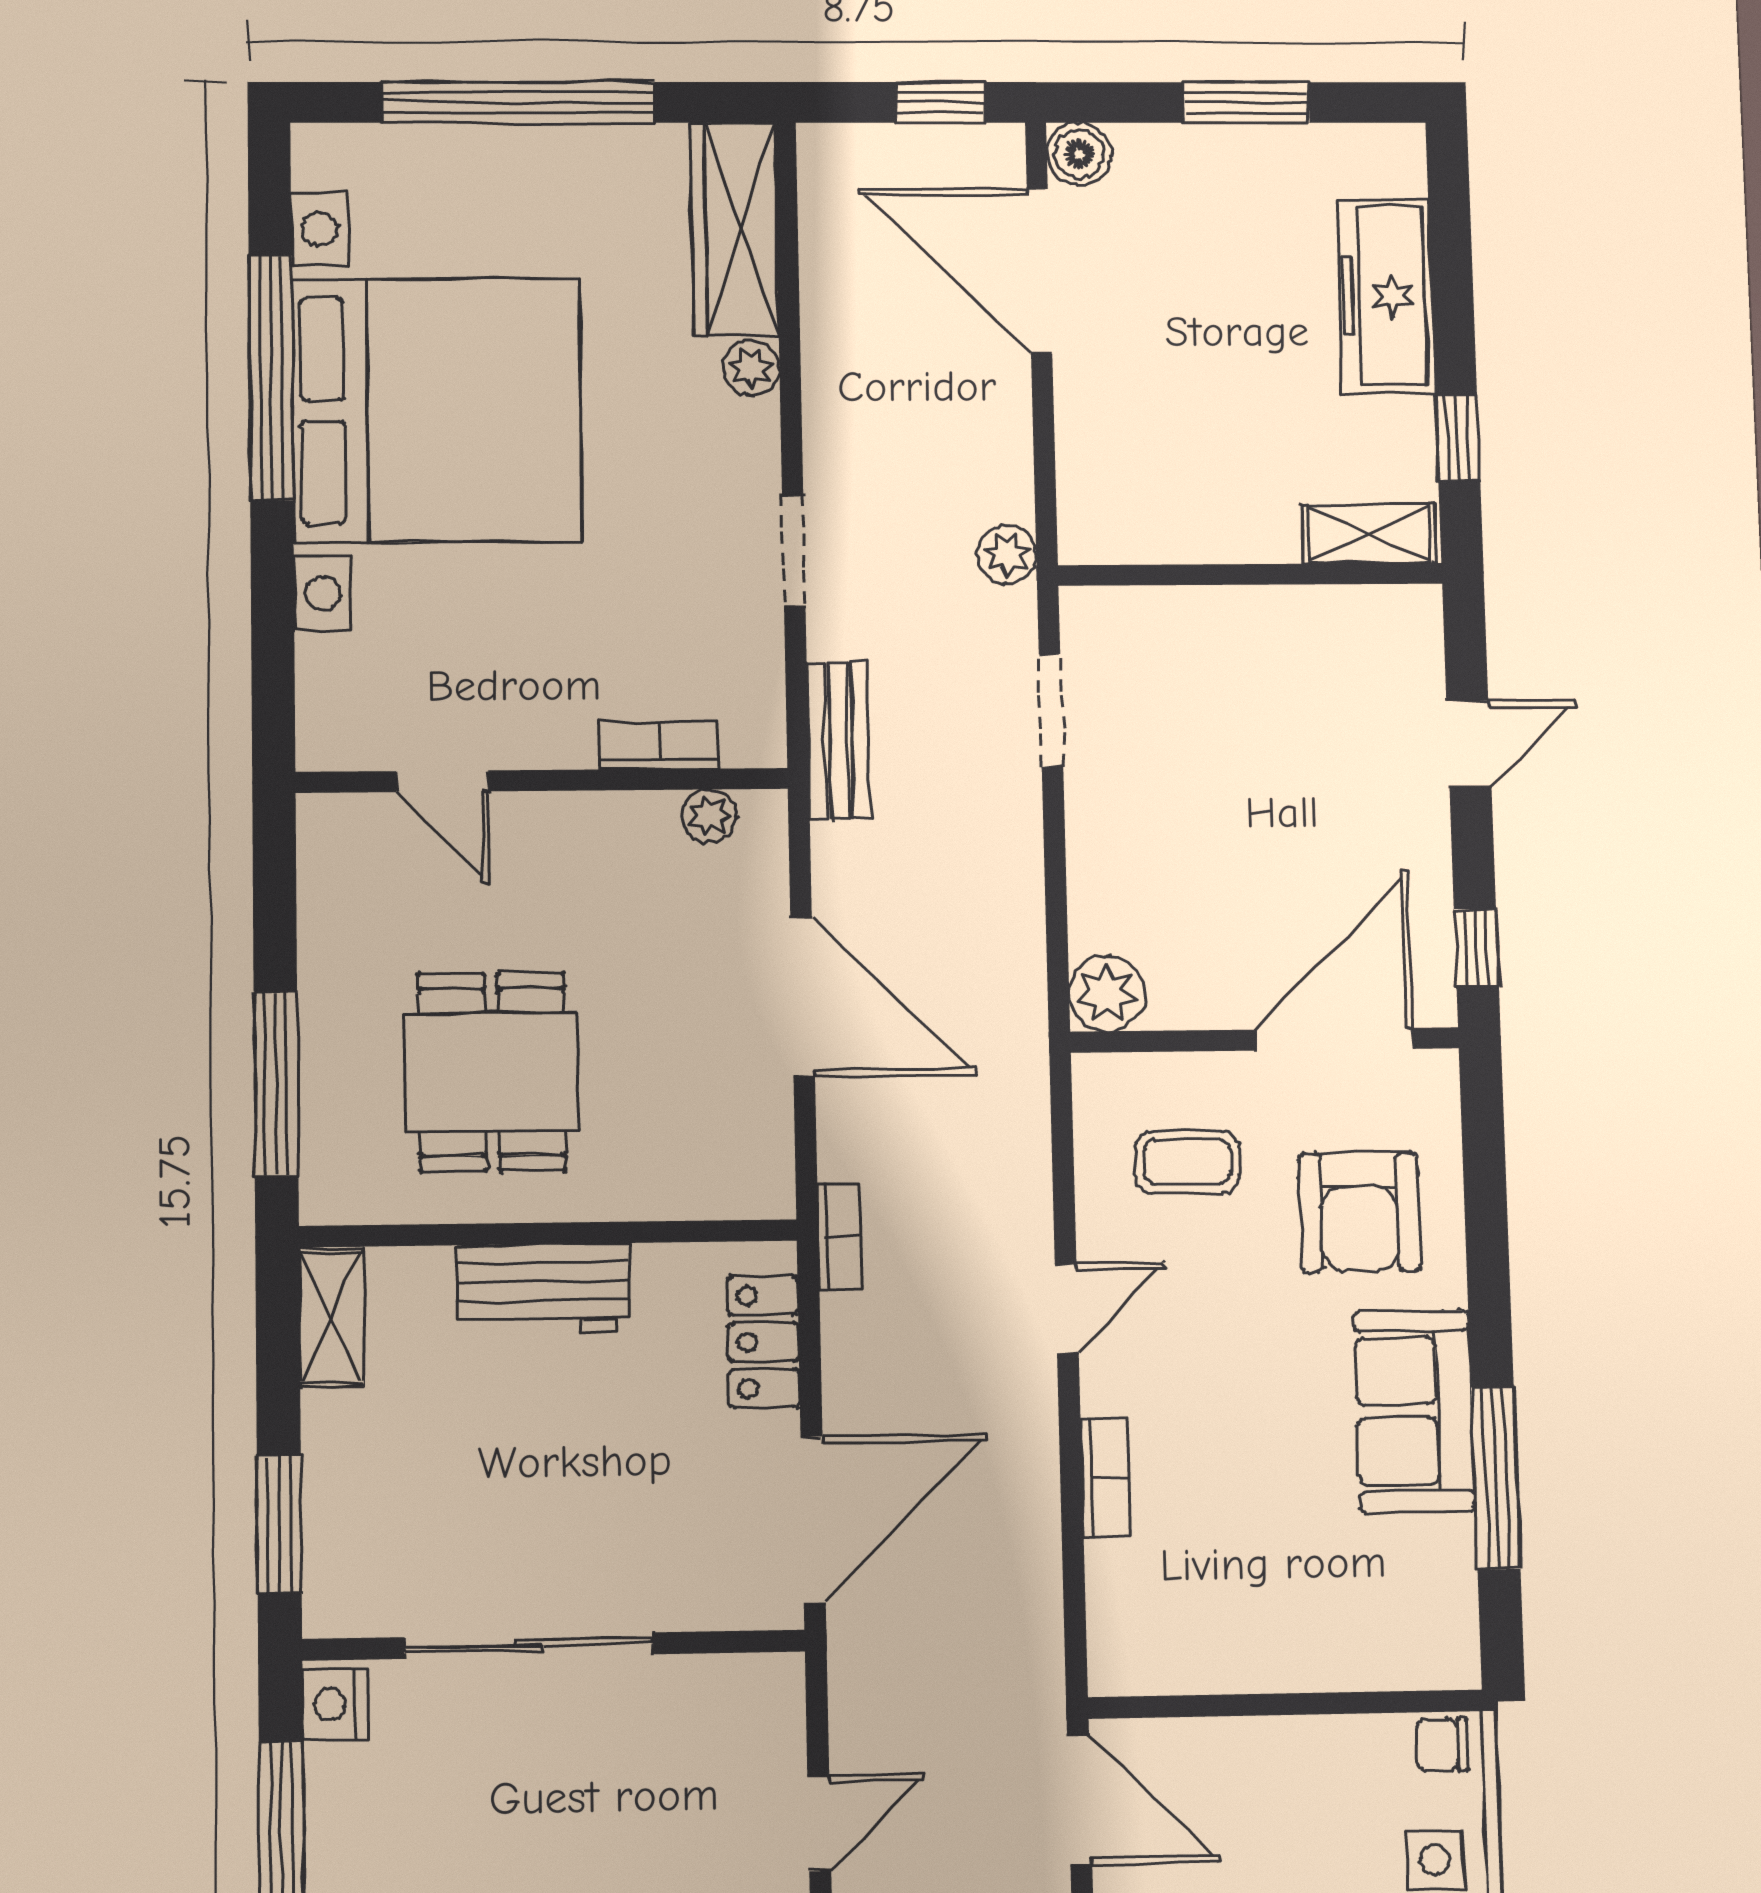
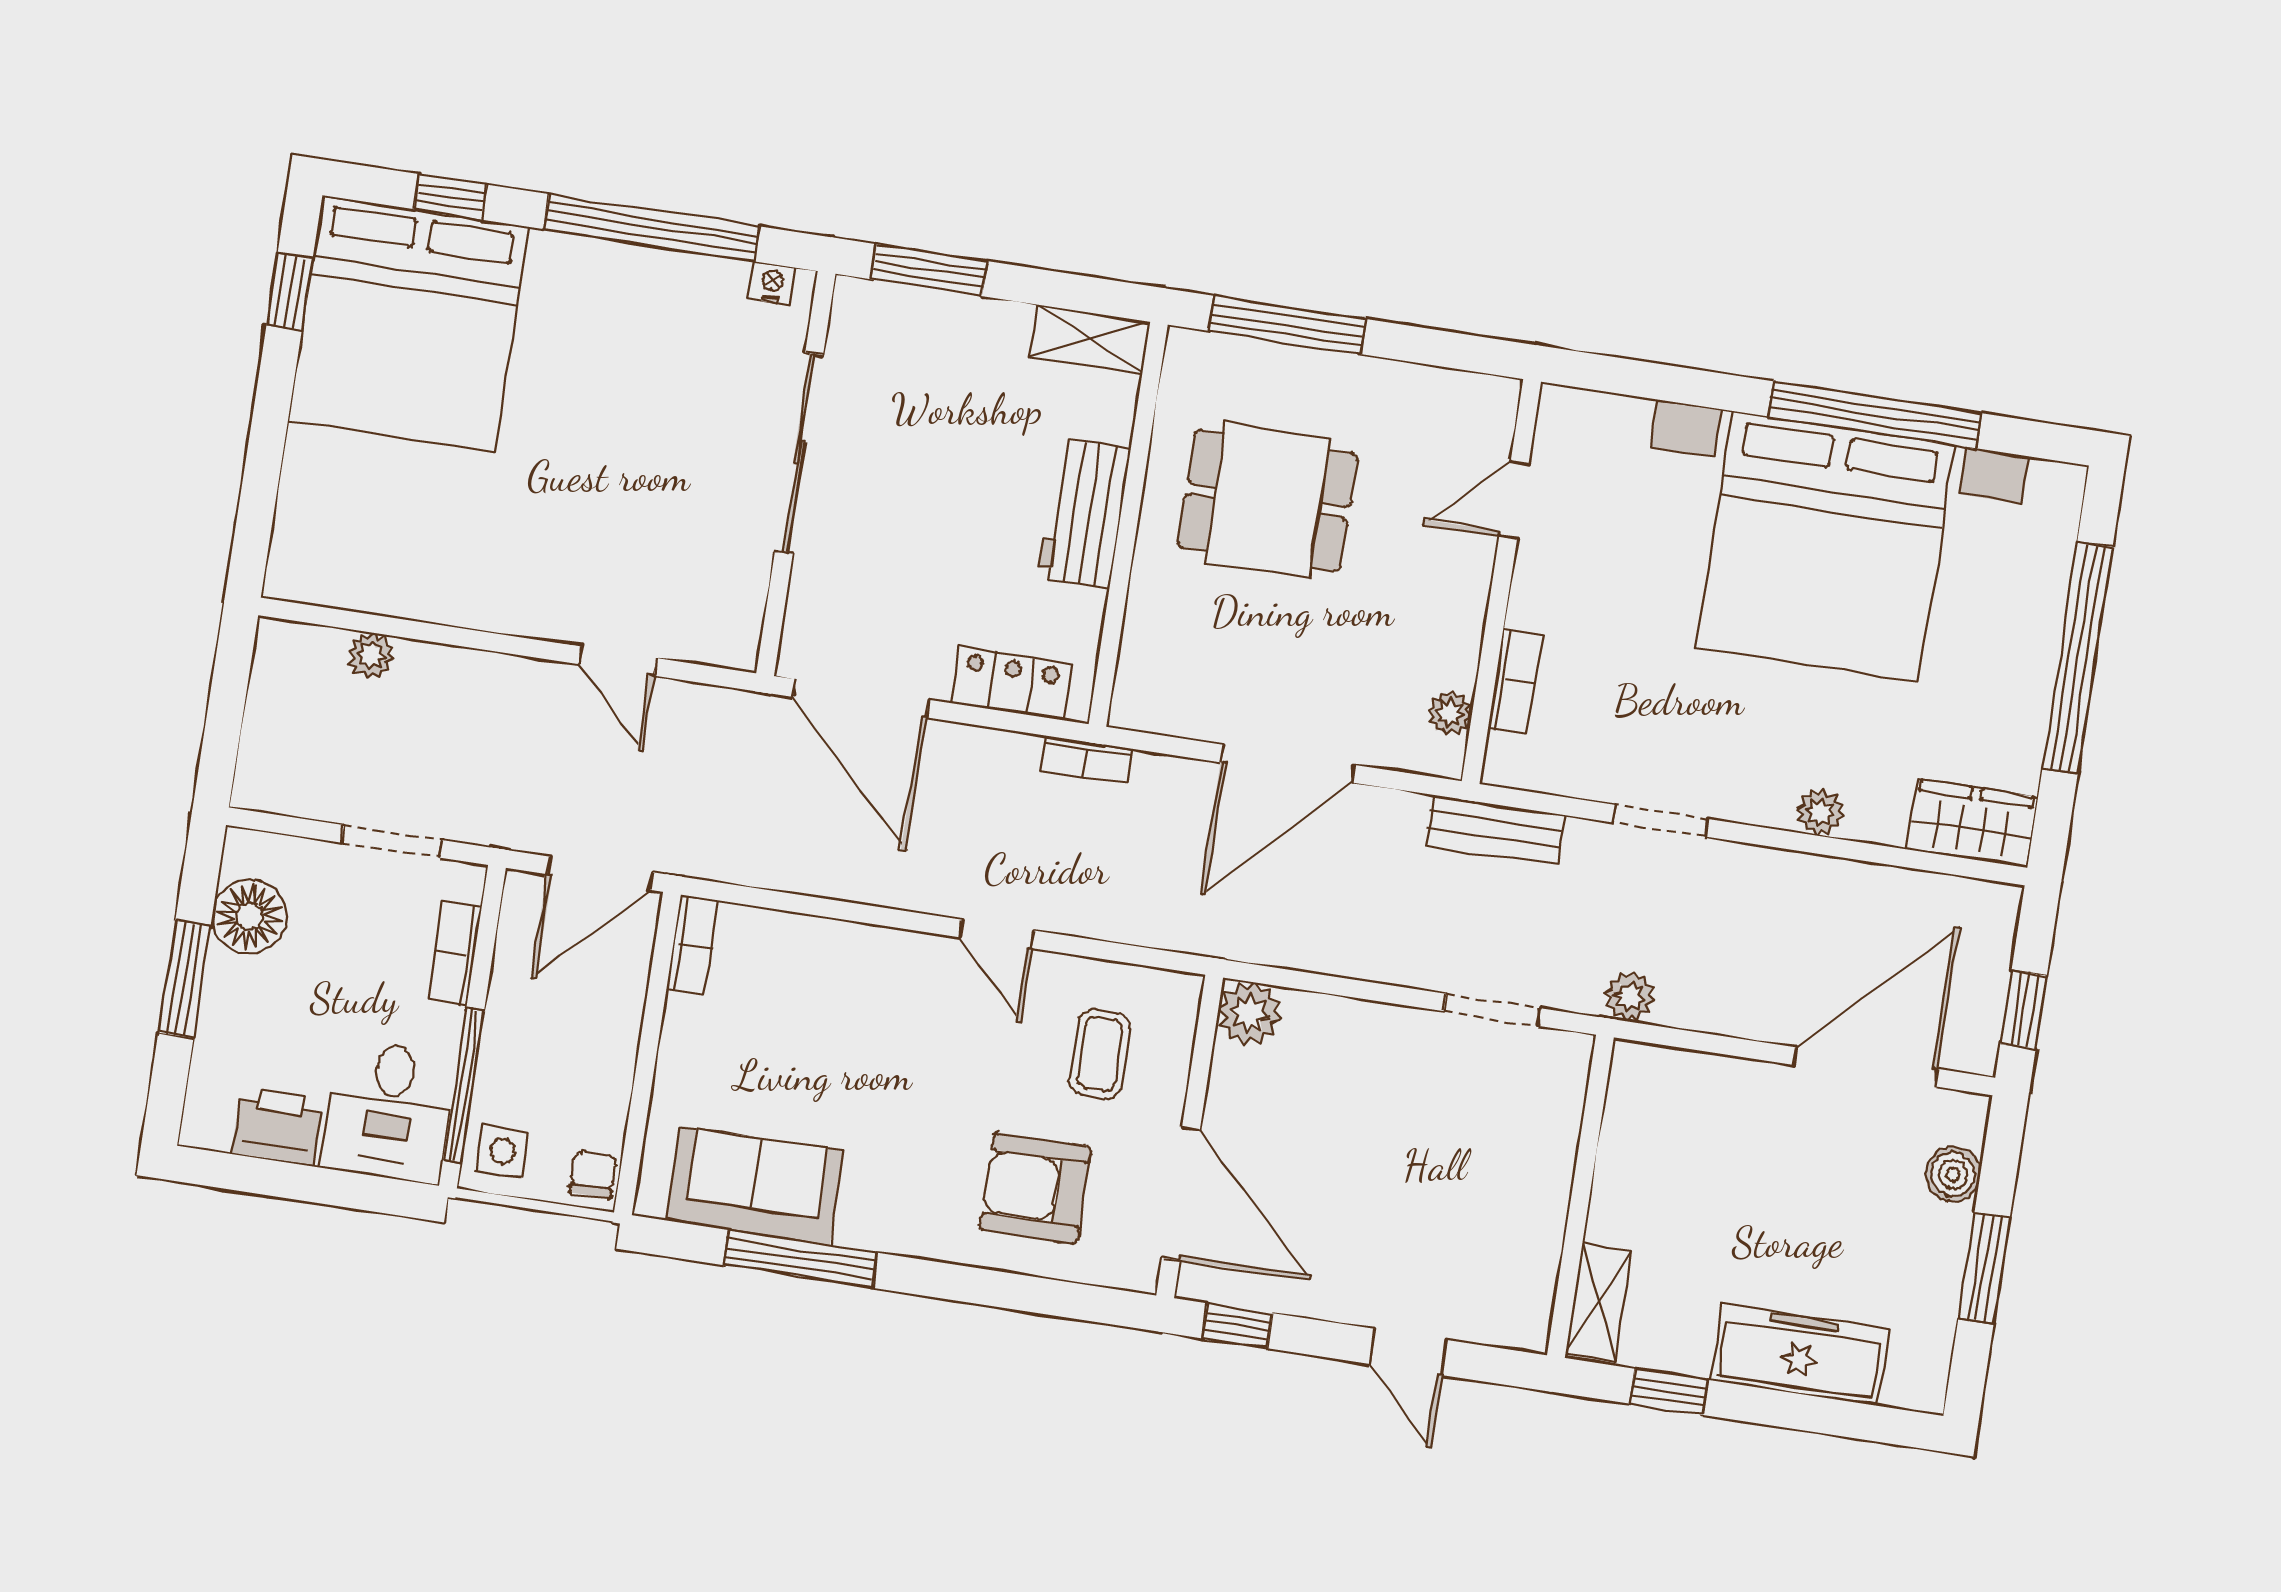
boiler: (1079, 154) -> (1953, 1174), moved
wardrobe: (734, 229) -> (1972, 823), width x0.67
sofa: (1414, 1411) -> (755, 1186), moved
bookcase: (1105, 1477) -> (692, 945), moved, turned -90
nightstand: (335, 1704) -> (772, 283), width x0.72, depth x0.74

